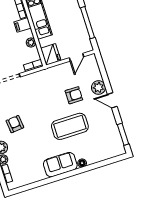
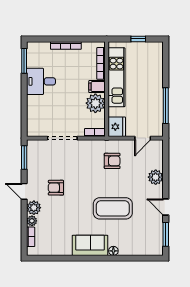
plant: (31, 43) -> (95, 103), width x1.88, depth x1.88
armchair: (74, 95) -> (112, 161), moved
door: (112, 100) -> (166, 207), moved
armchair: (15, 124) -> (56, 188), turned -84

